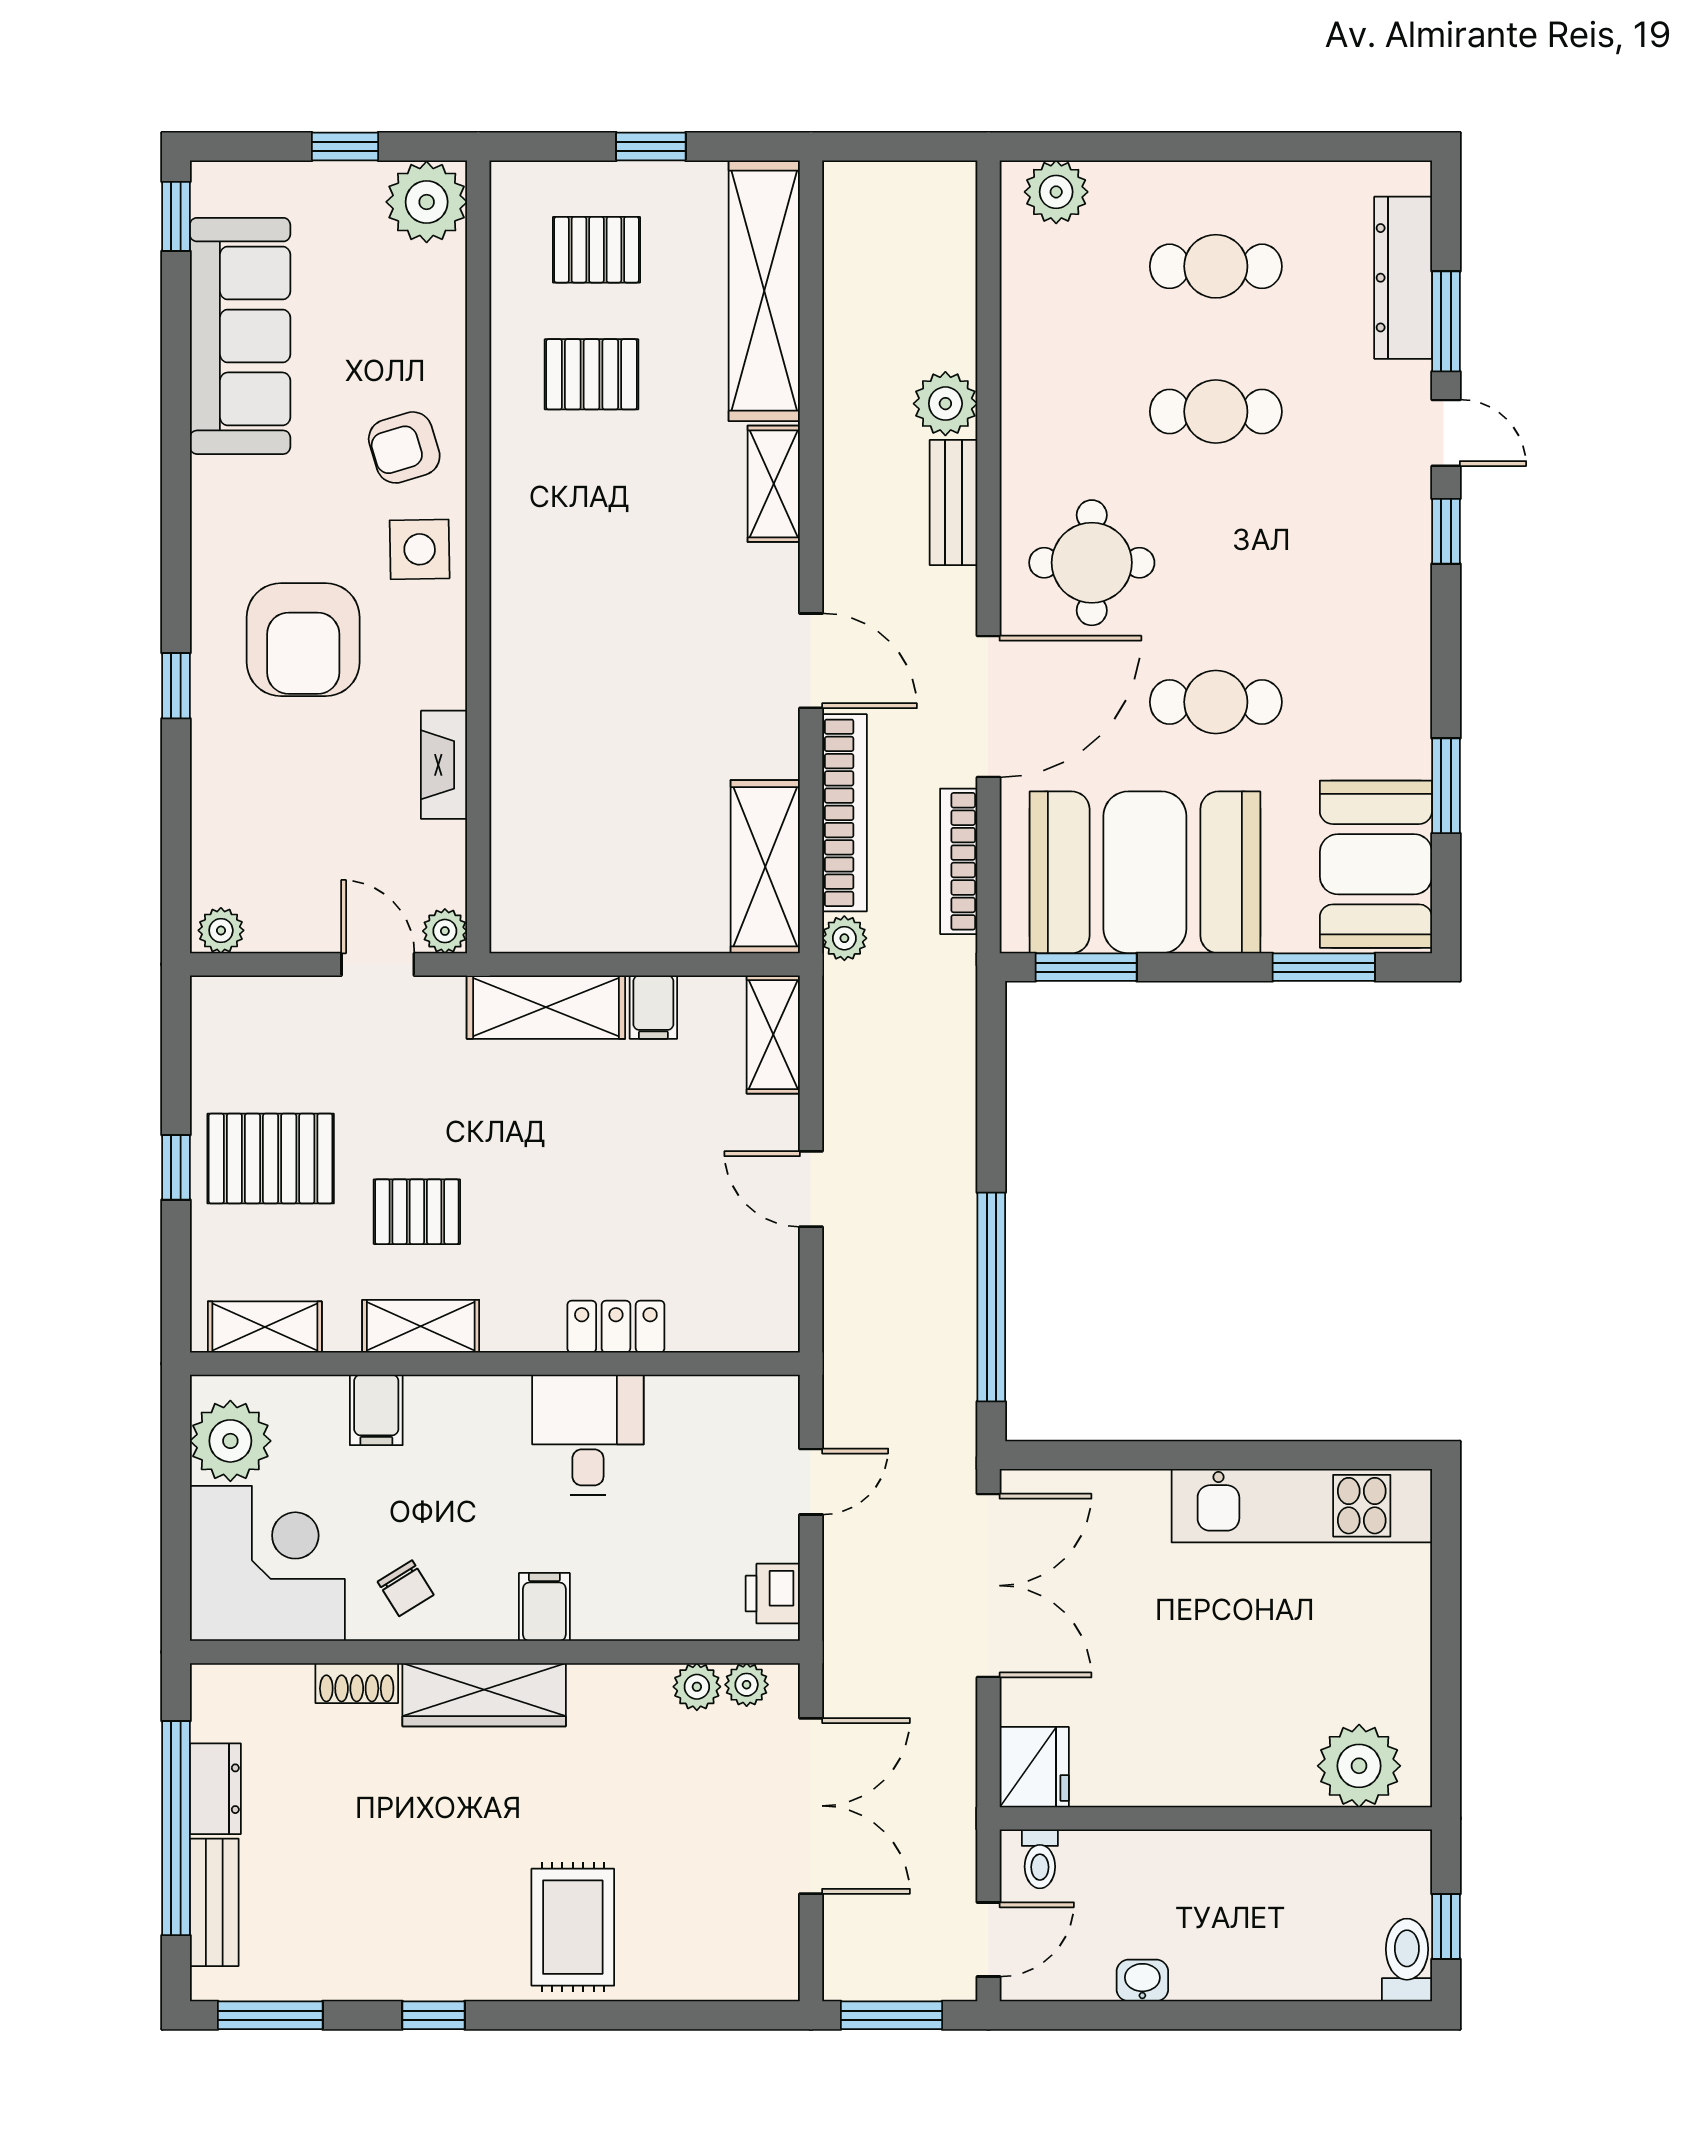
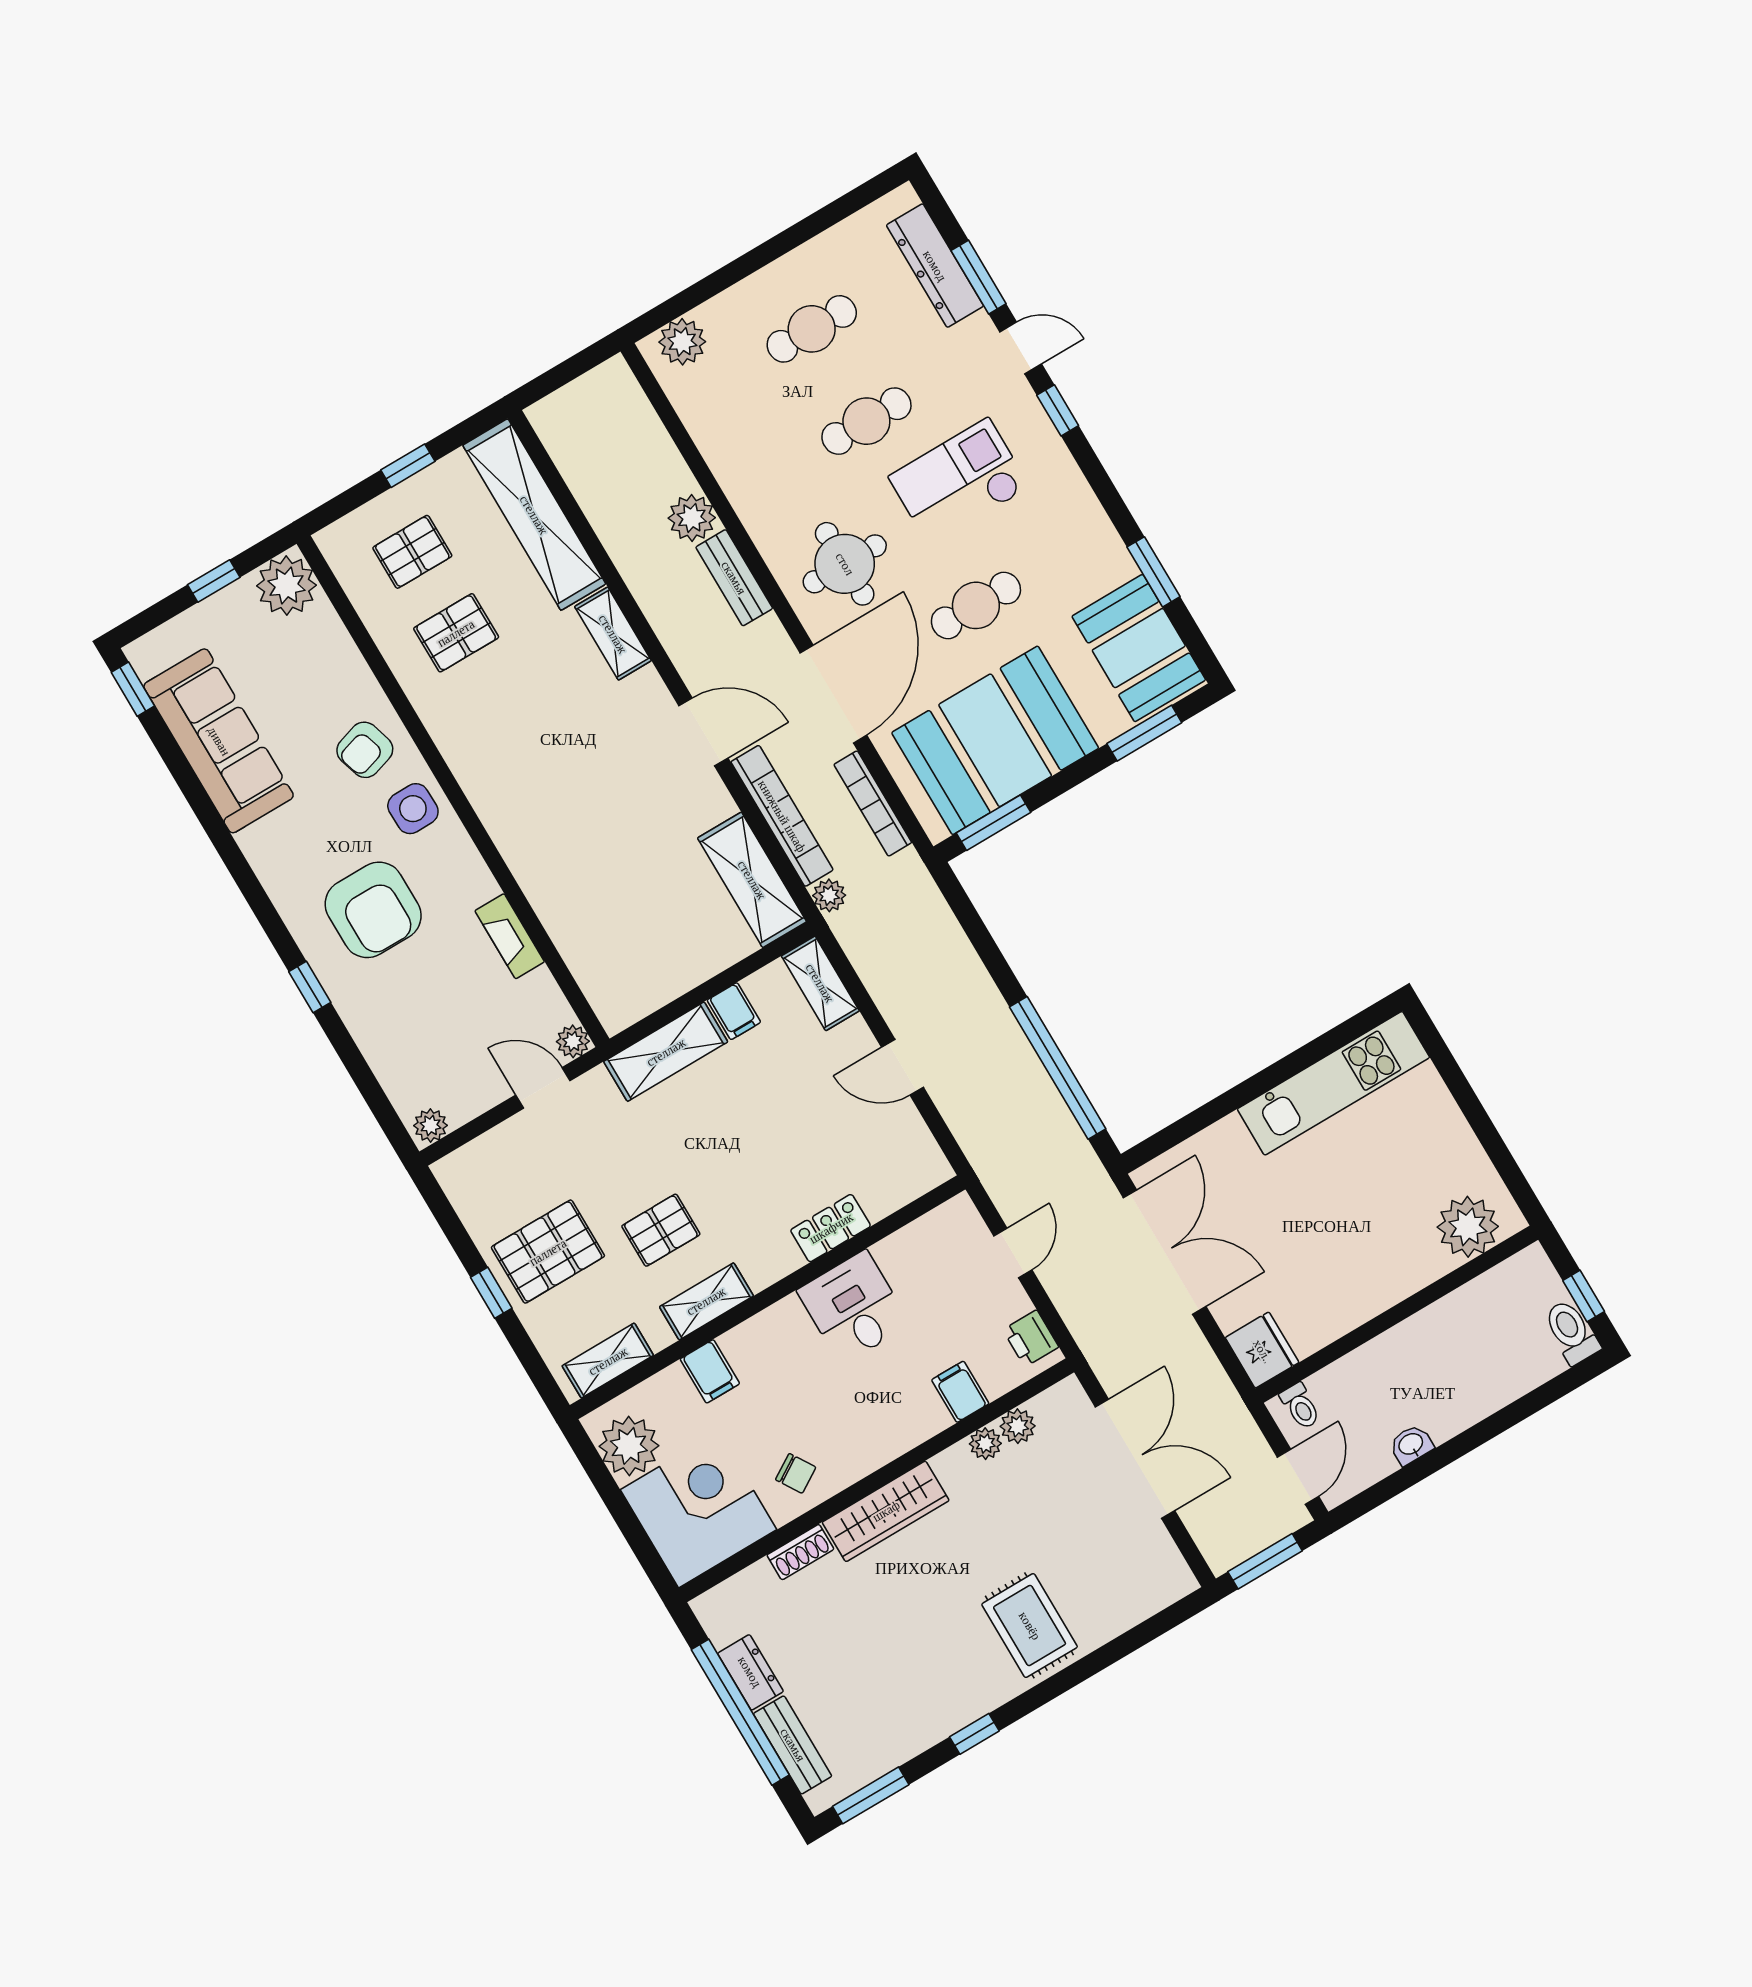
checkout: (1282, 546) -> (959, 482), added
filing cabinet: (544, 1607) -> (960, 1392), moved
plant: (747, 1685) -> (985, 1444), moved

